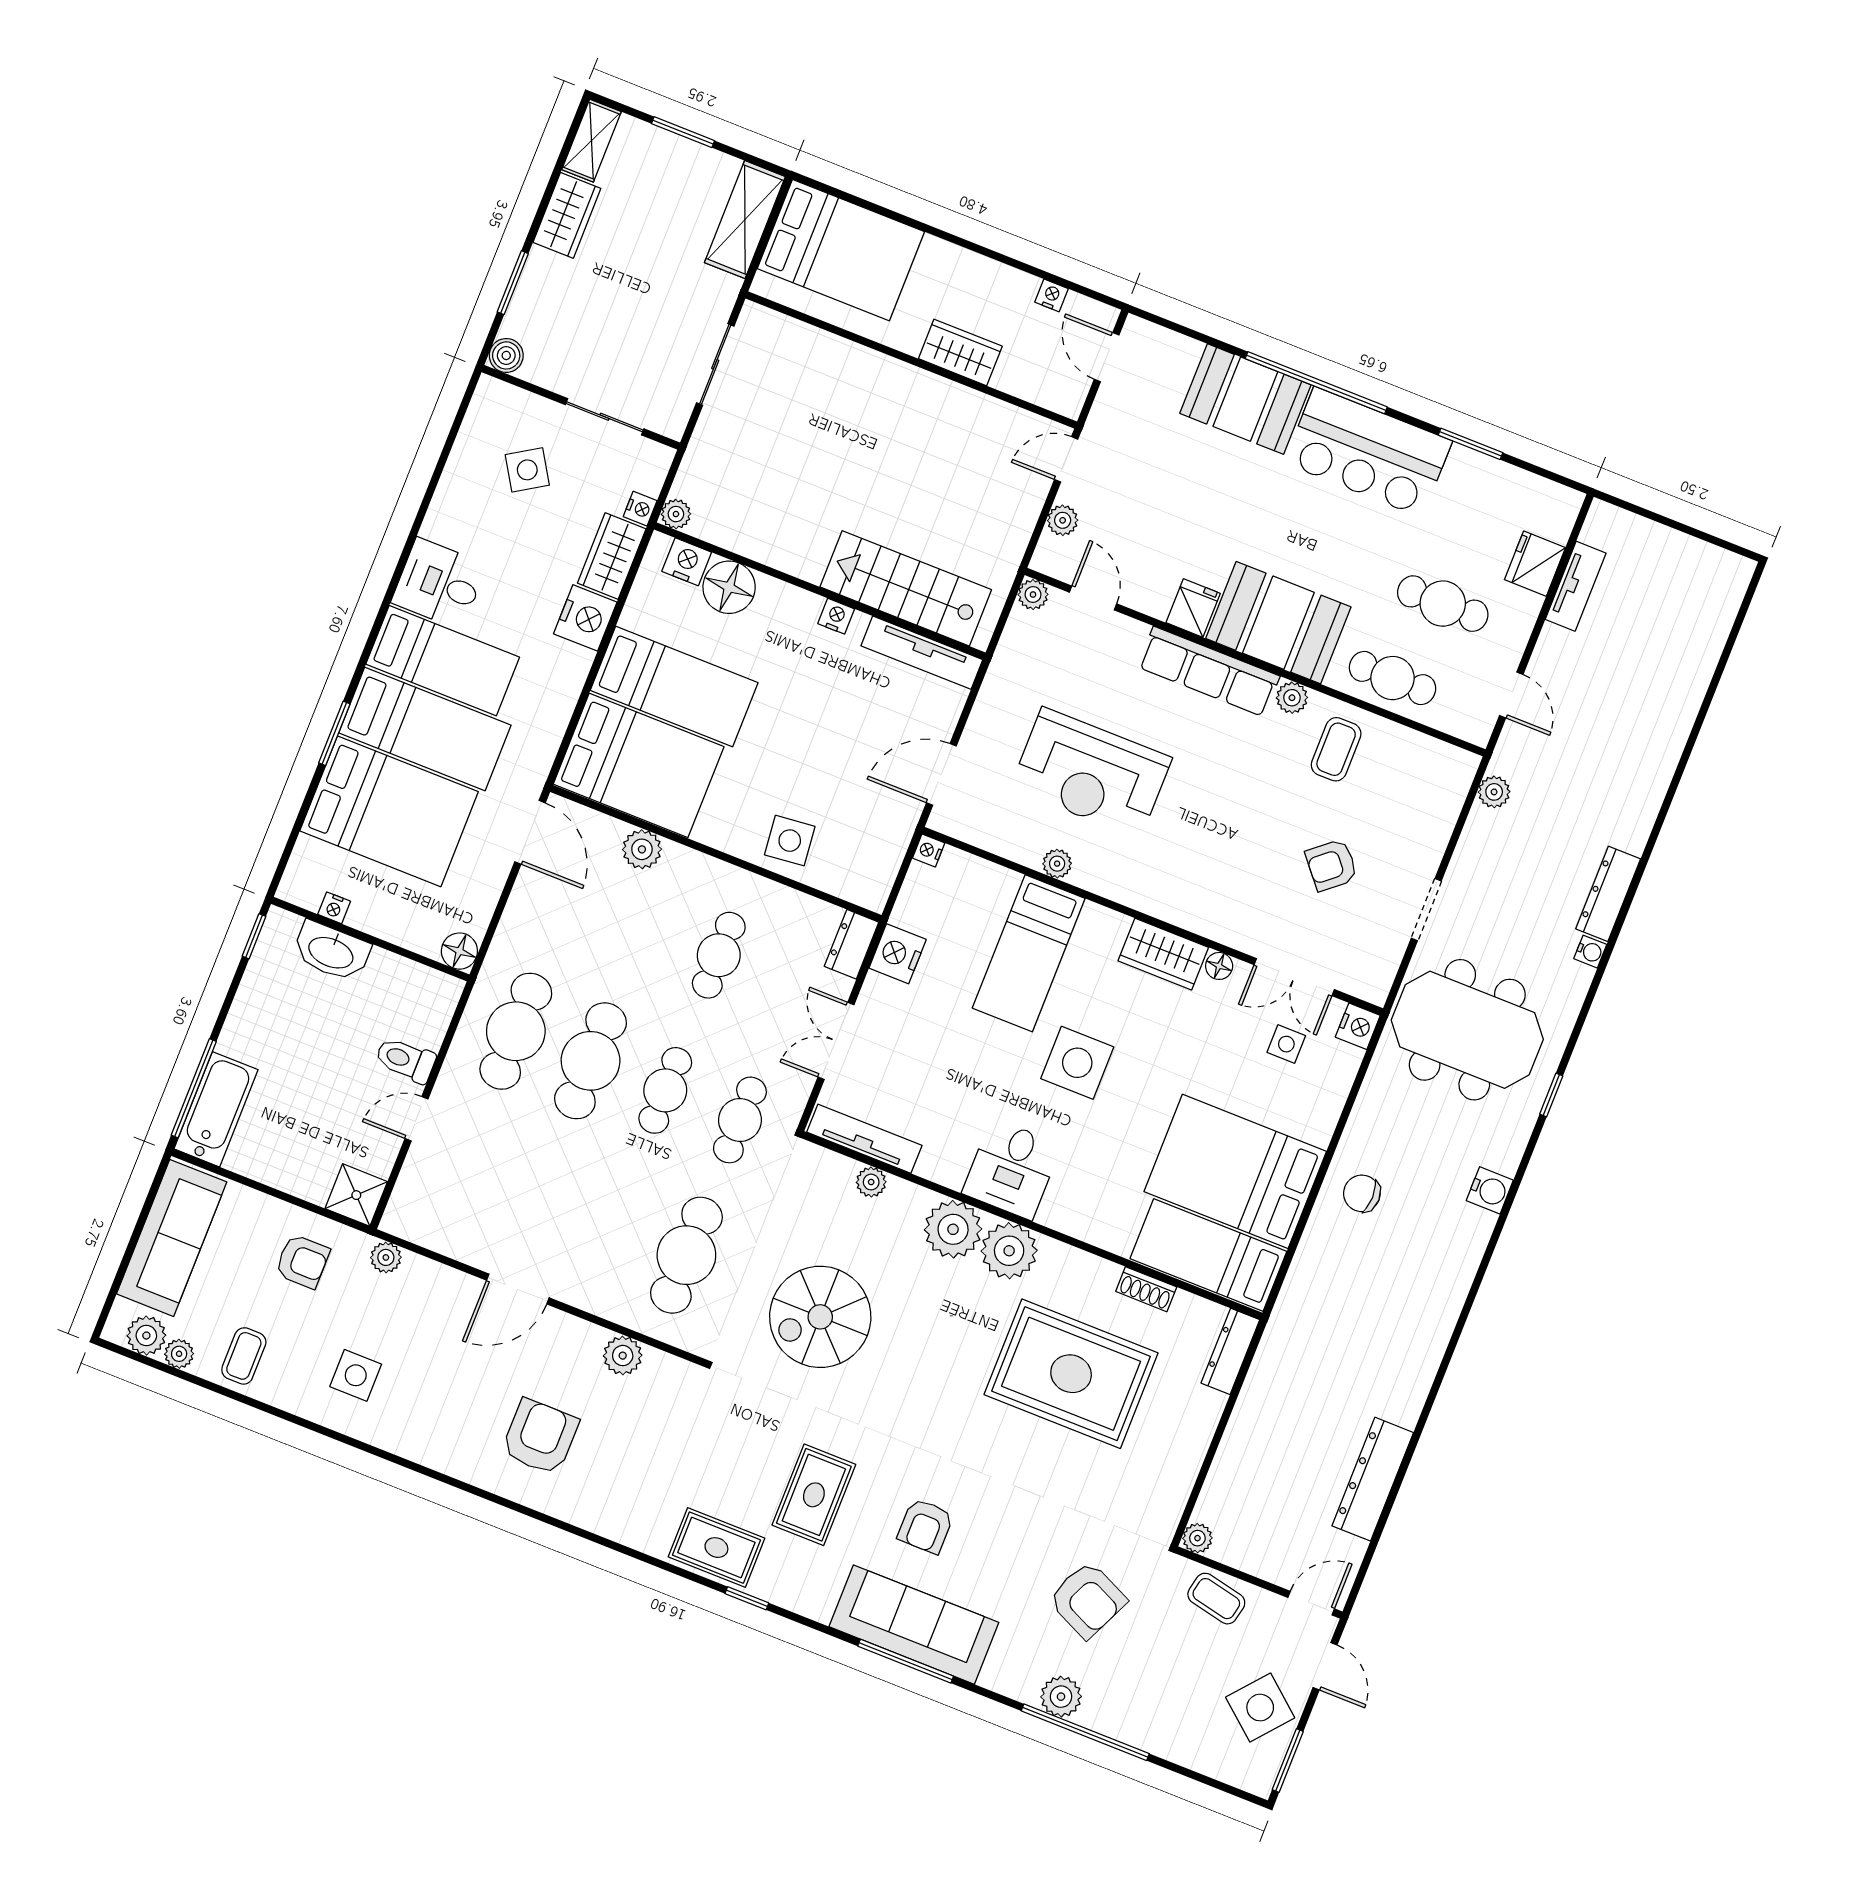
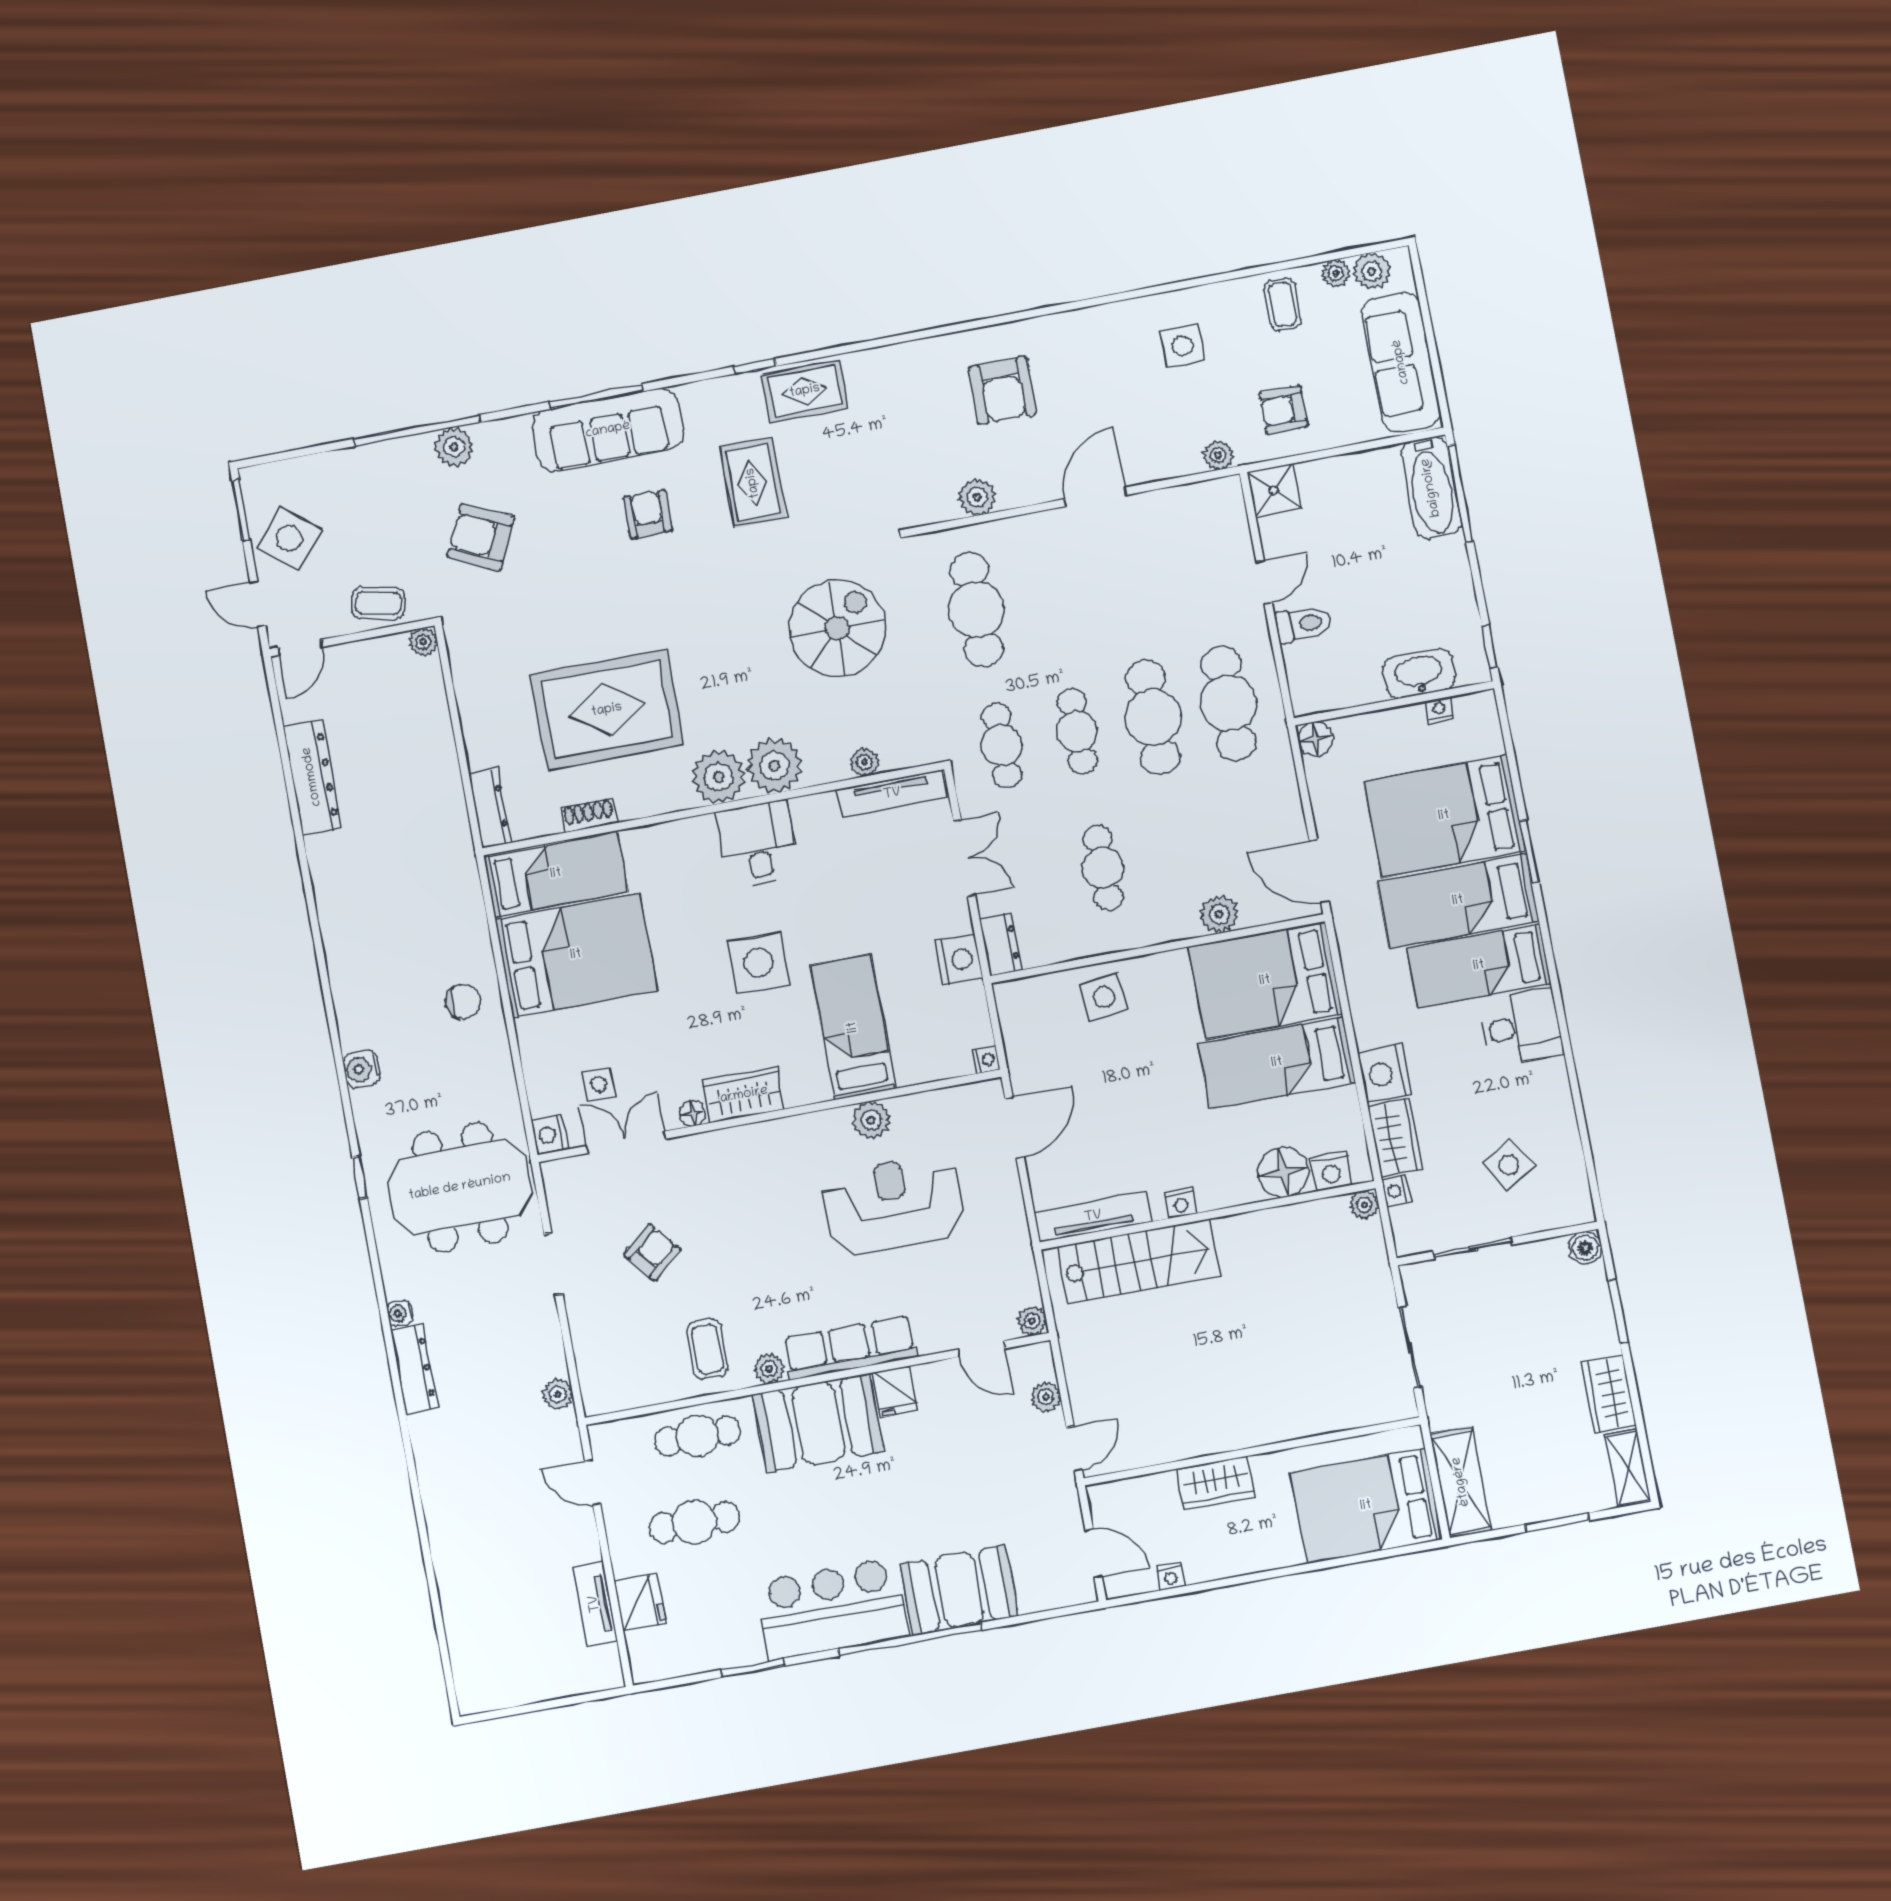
plant: (1057, 864) -> (871, 1120), width x1.38, depth x1.38

